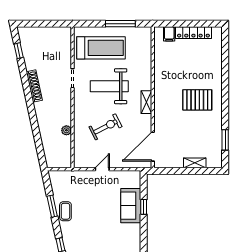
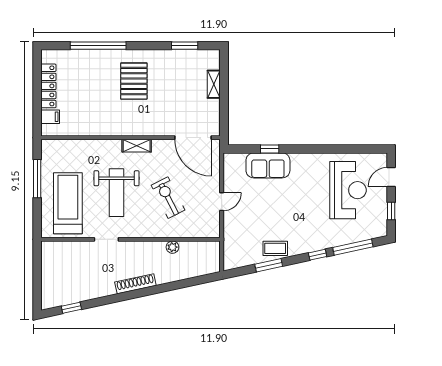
window: (225, 72) -> (98, 46), added
shoe rack: (34, 86) -> (135, 284), moved
door: (102, 169) -> (222, 202), swing flipped

